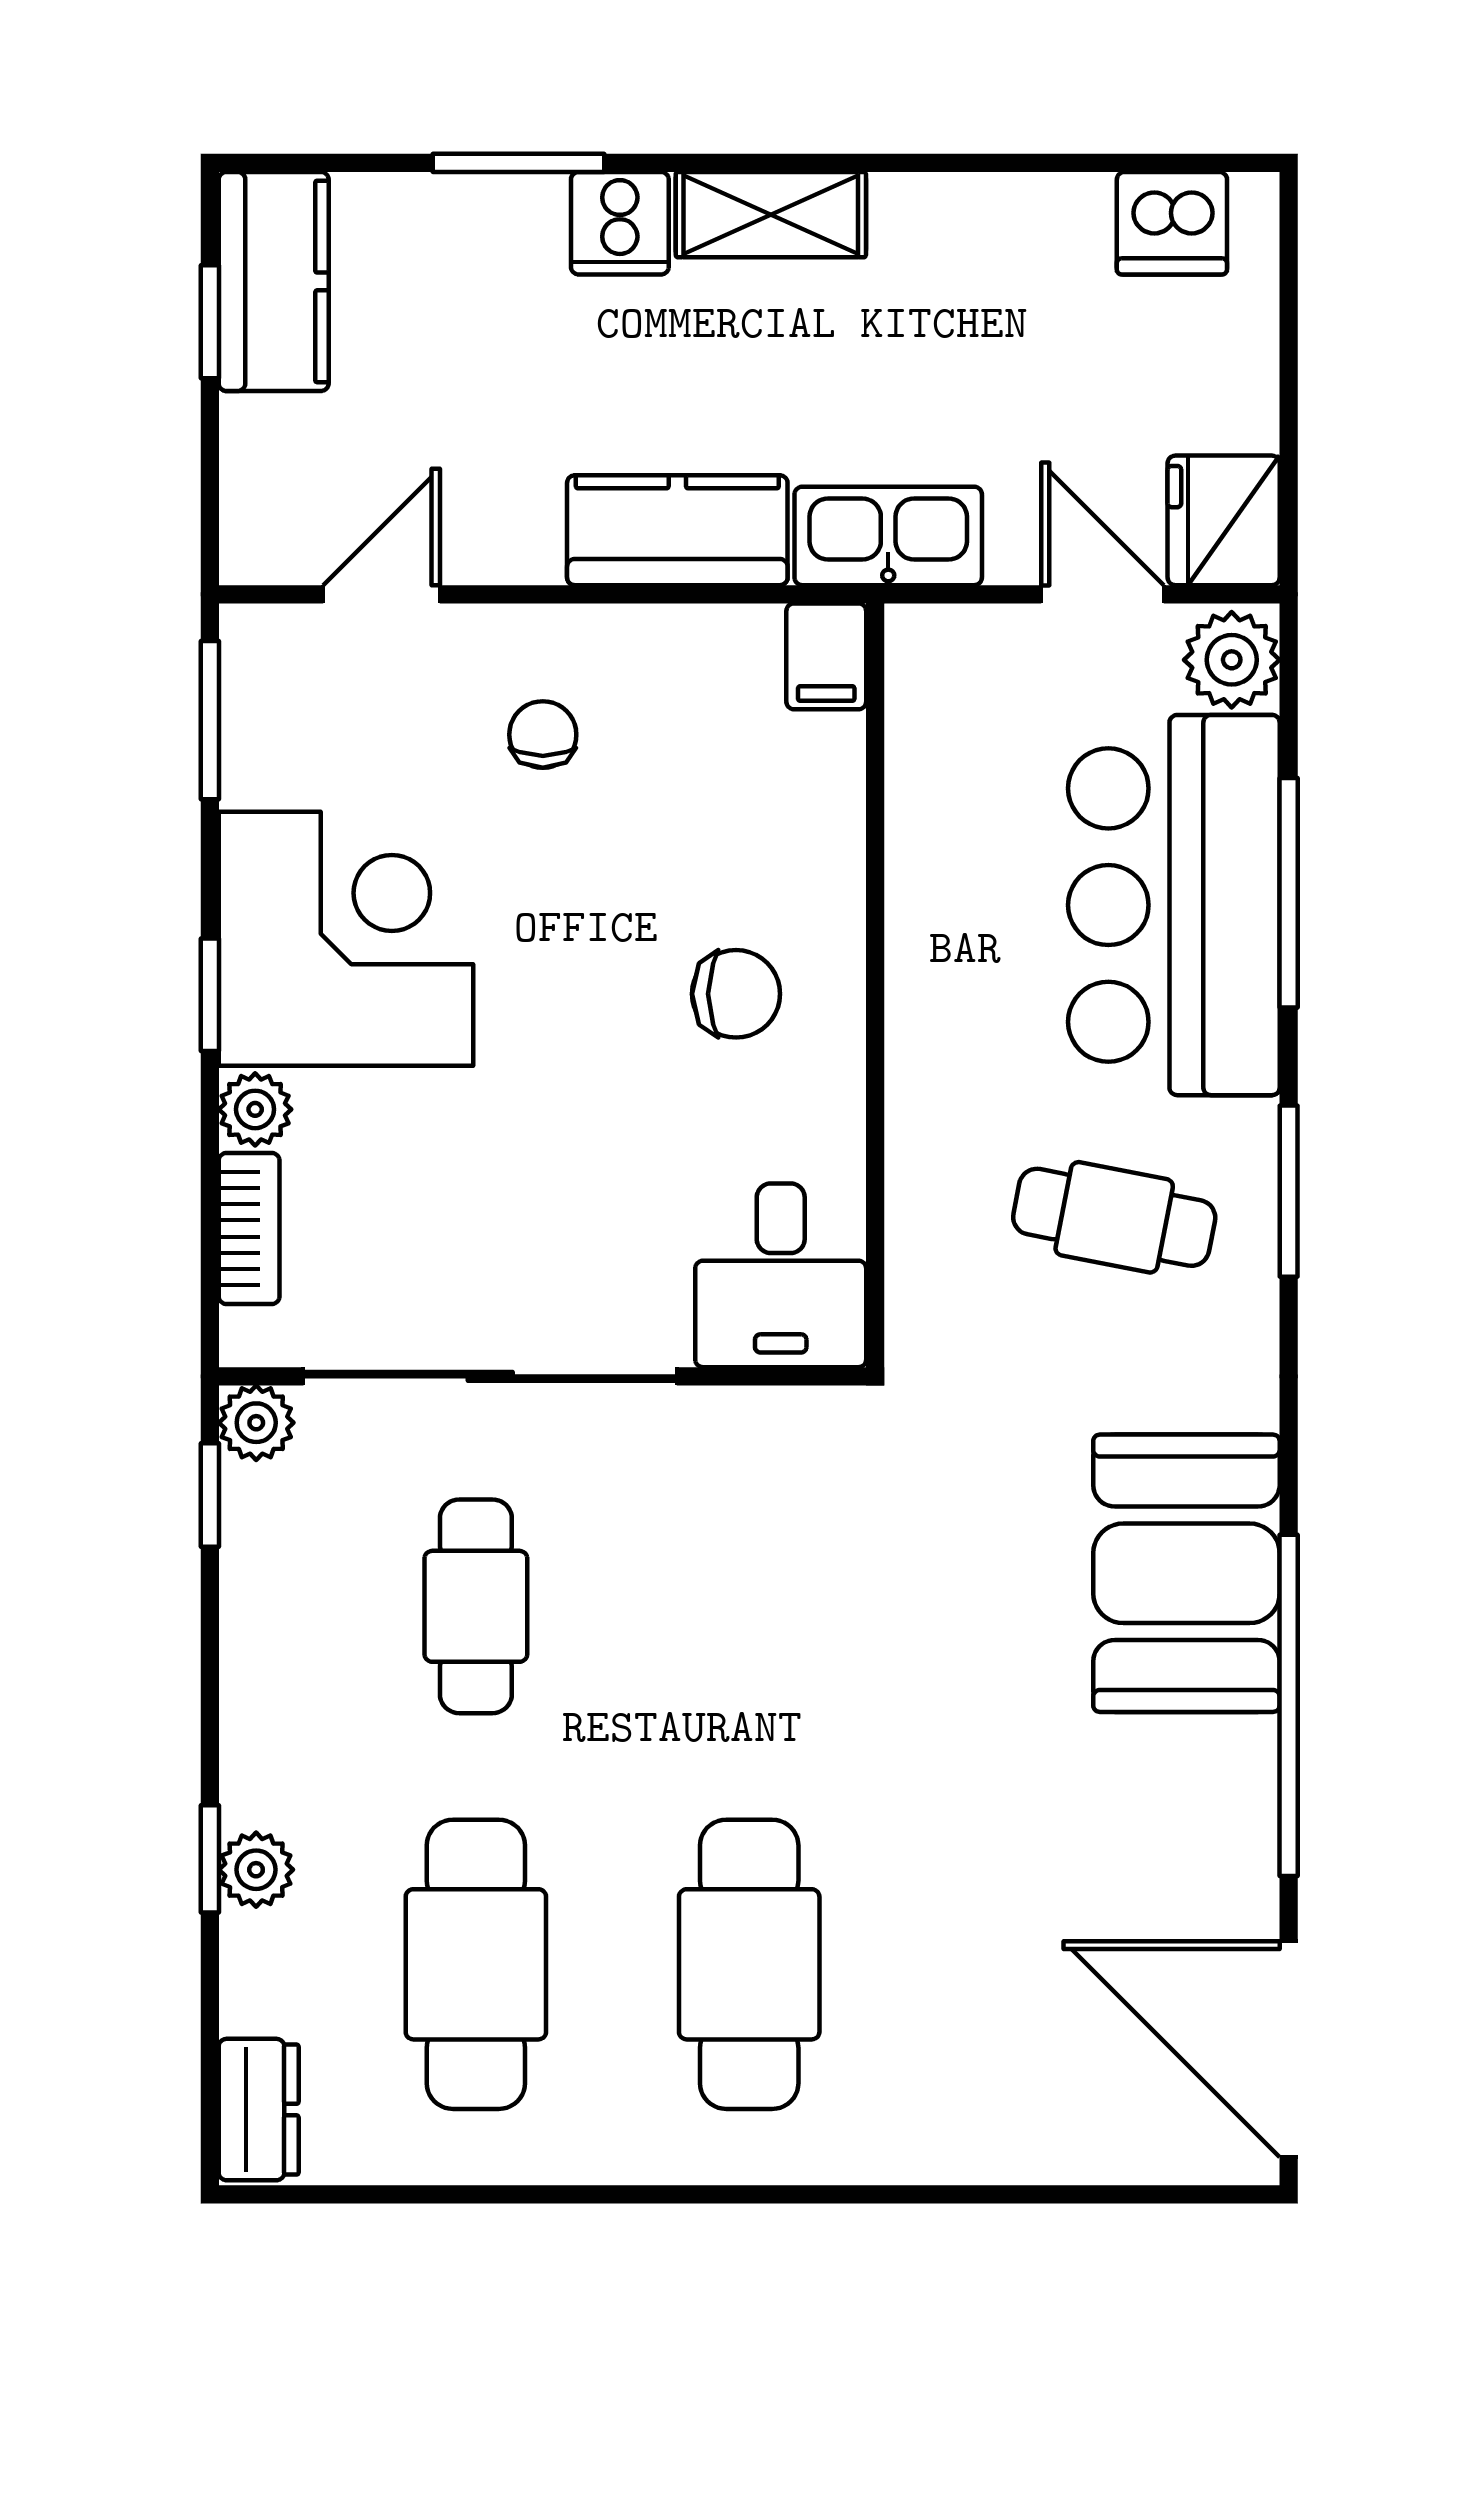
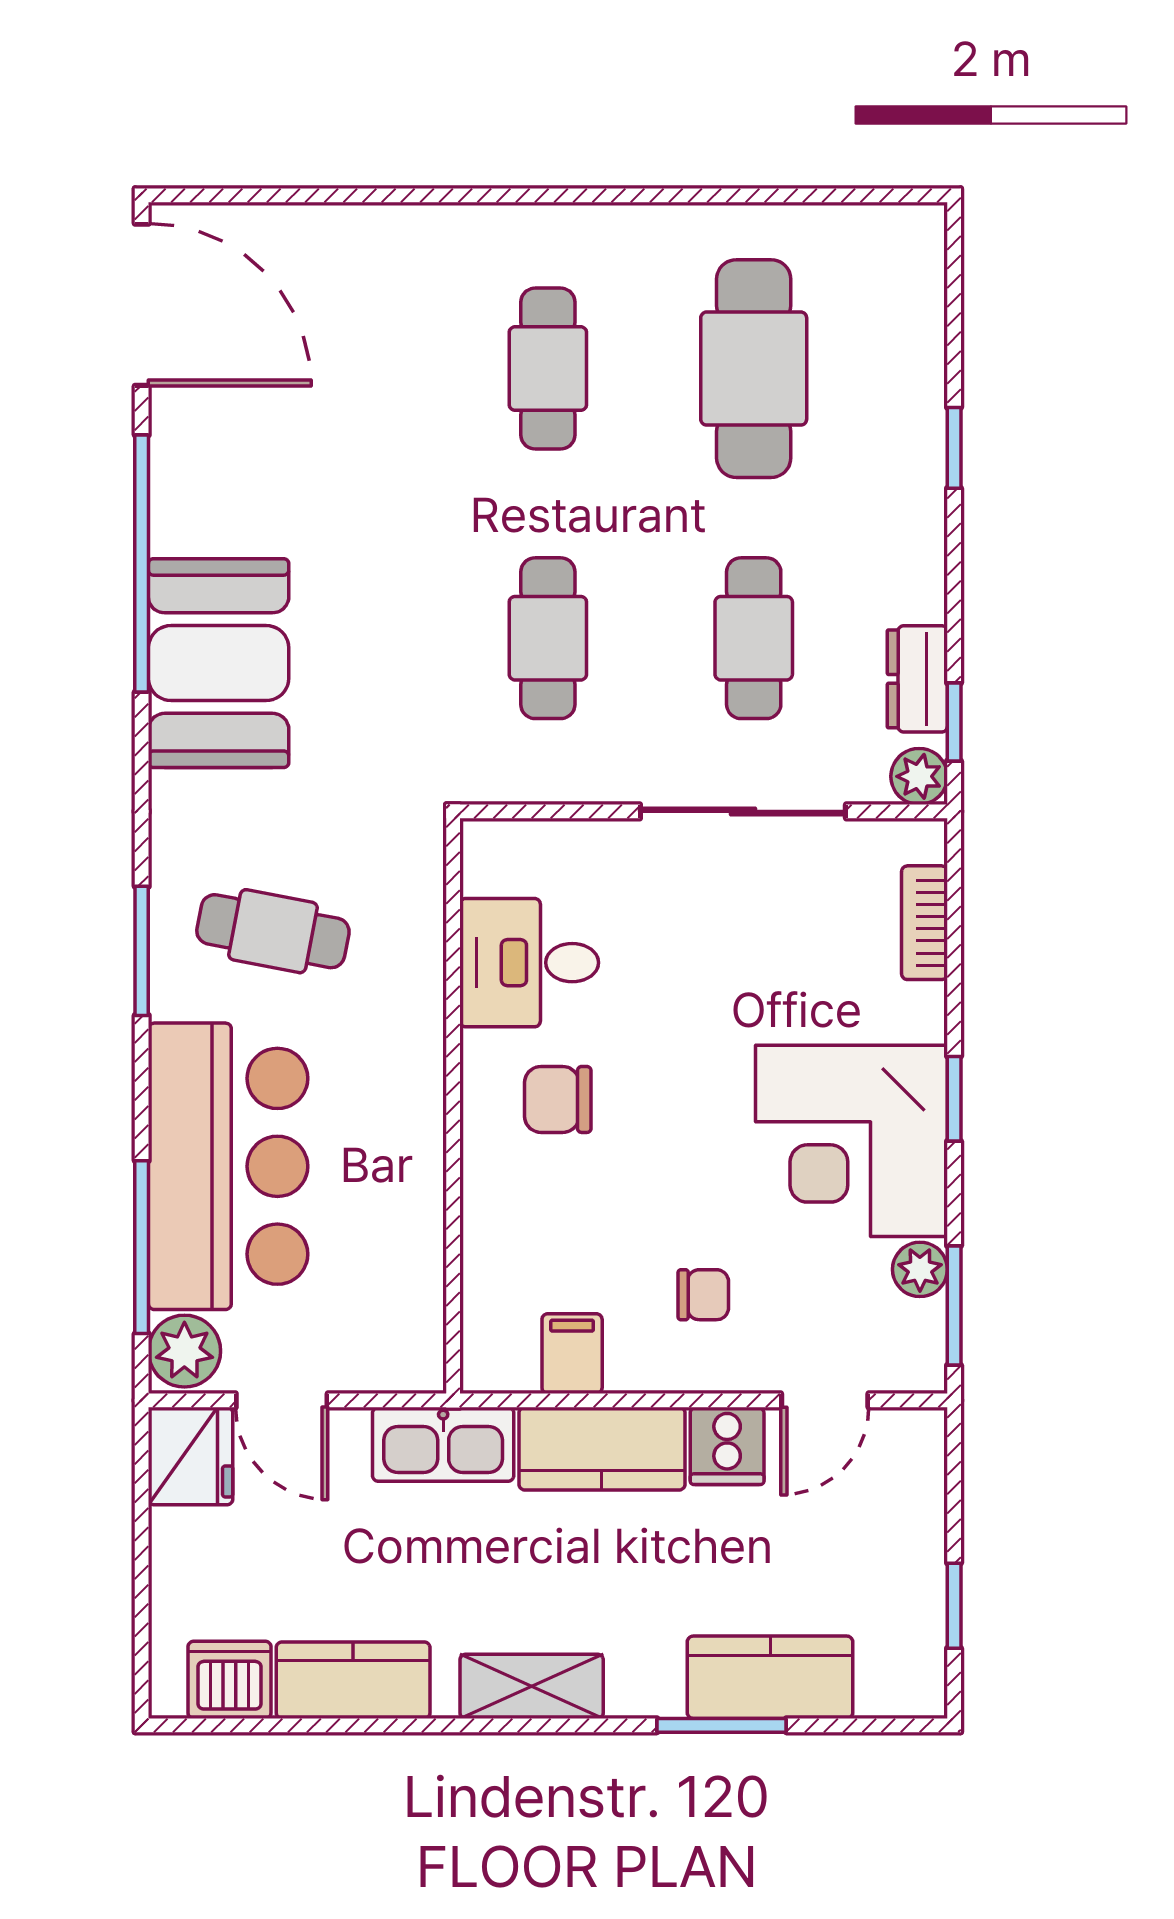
cooker: (620, 223) -> (727, 1446), moved, turned 180
kitchen counter: (1008, 223) -> (353, 1680), added
kitchen counter: (274, 281) -> (770, 1677), moved, turned 90
filing cabinet: (826, 656) -> (572, 1354), moved
chair: (543, 735) -> (703, 1295), turned -90
window: (1289, 893) -> (142, 1247), moved
plant: (255, 1109) -> (920, 1269), moved
desk: (781, 1275) -> (529, 963), moved, turned -90
sliding door: (490, 1376) -> (743, 811), width x0.73
cafe table: (749, 1606) -> (548, 638), added
plant: (256, 1870) -> (919, 440), removed
cafe table: (749, 1964) -> (548, 369), width x0.73, depth x0.74
dresser: (259, 2110) -> (917, 679), moved

